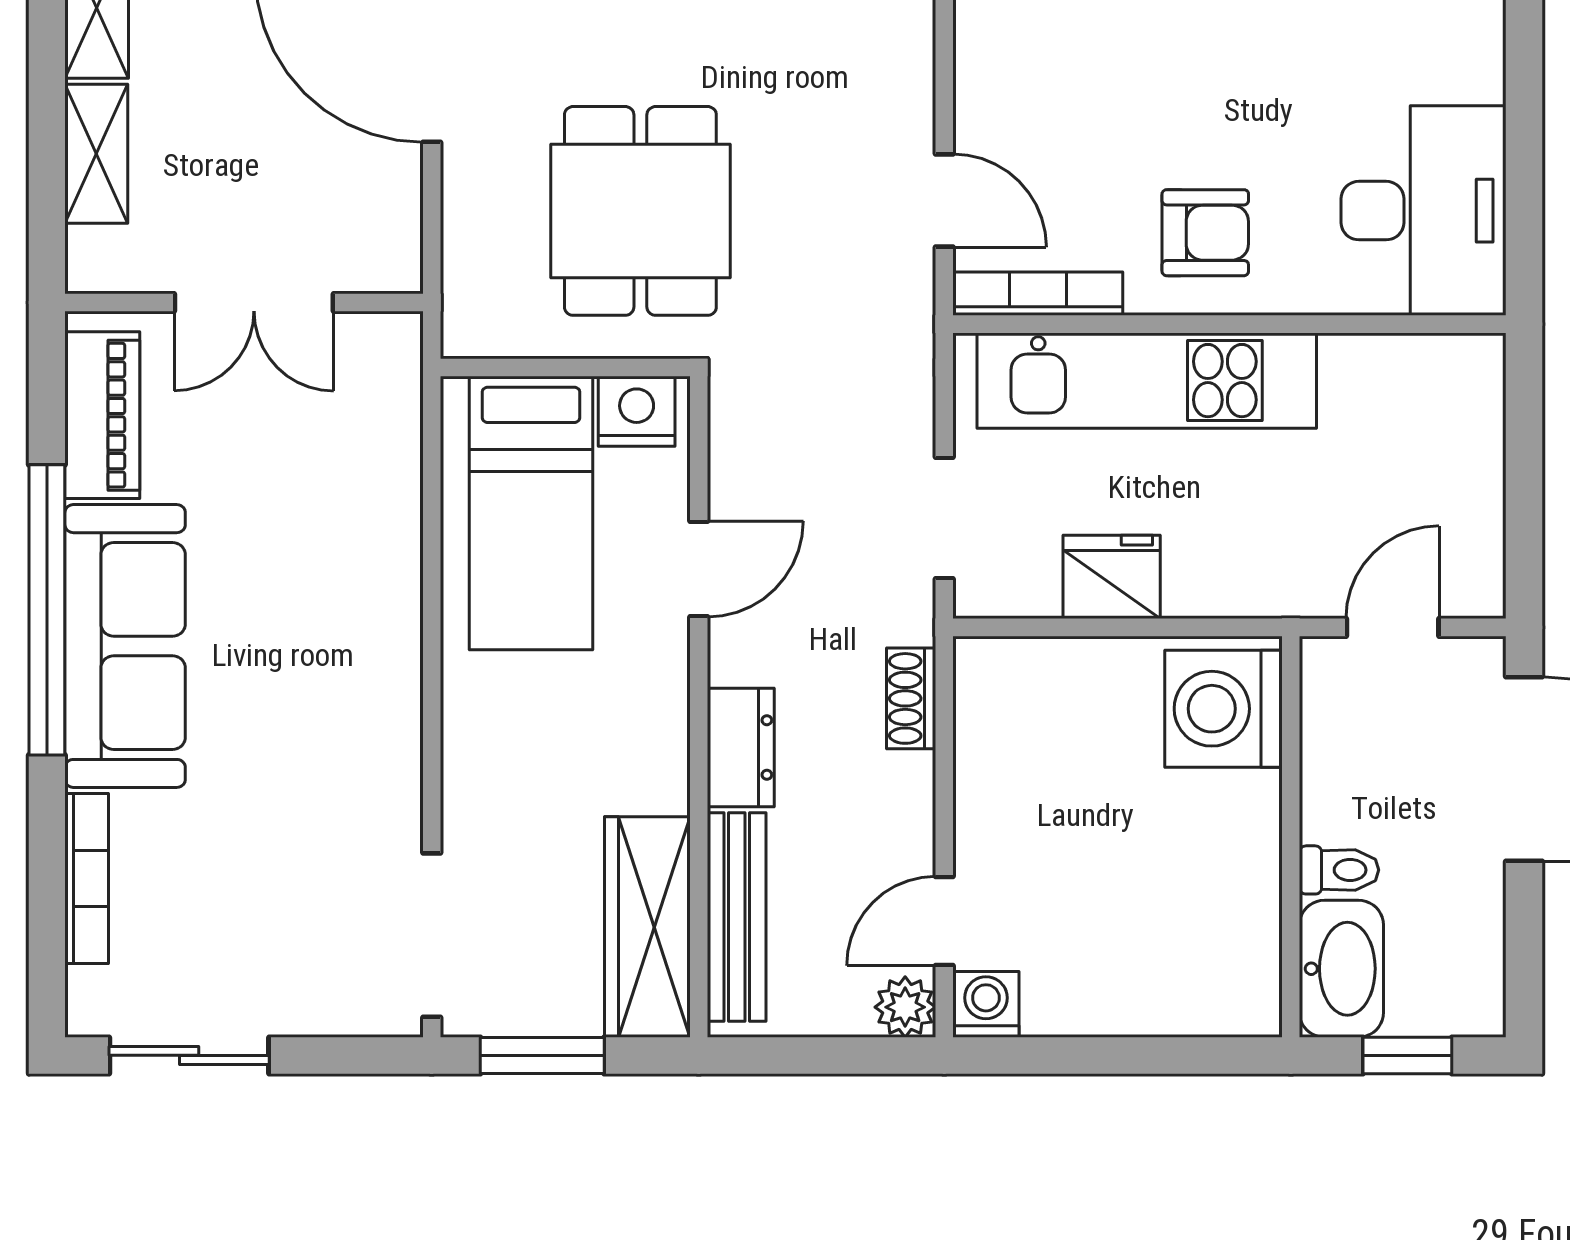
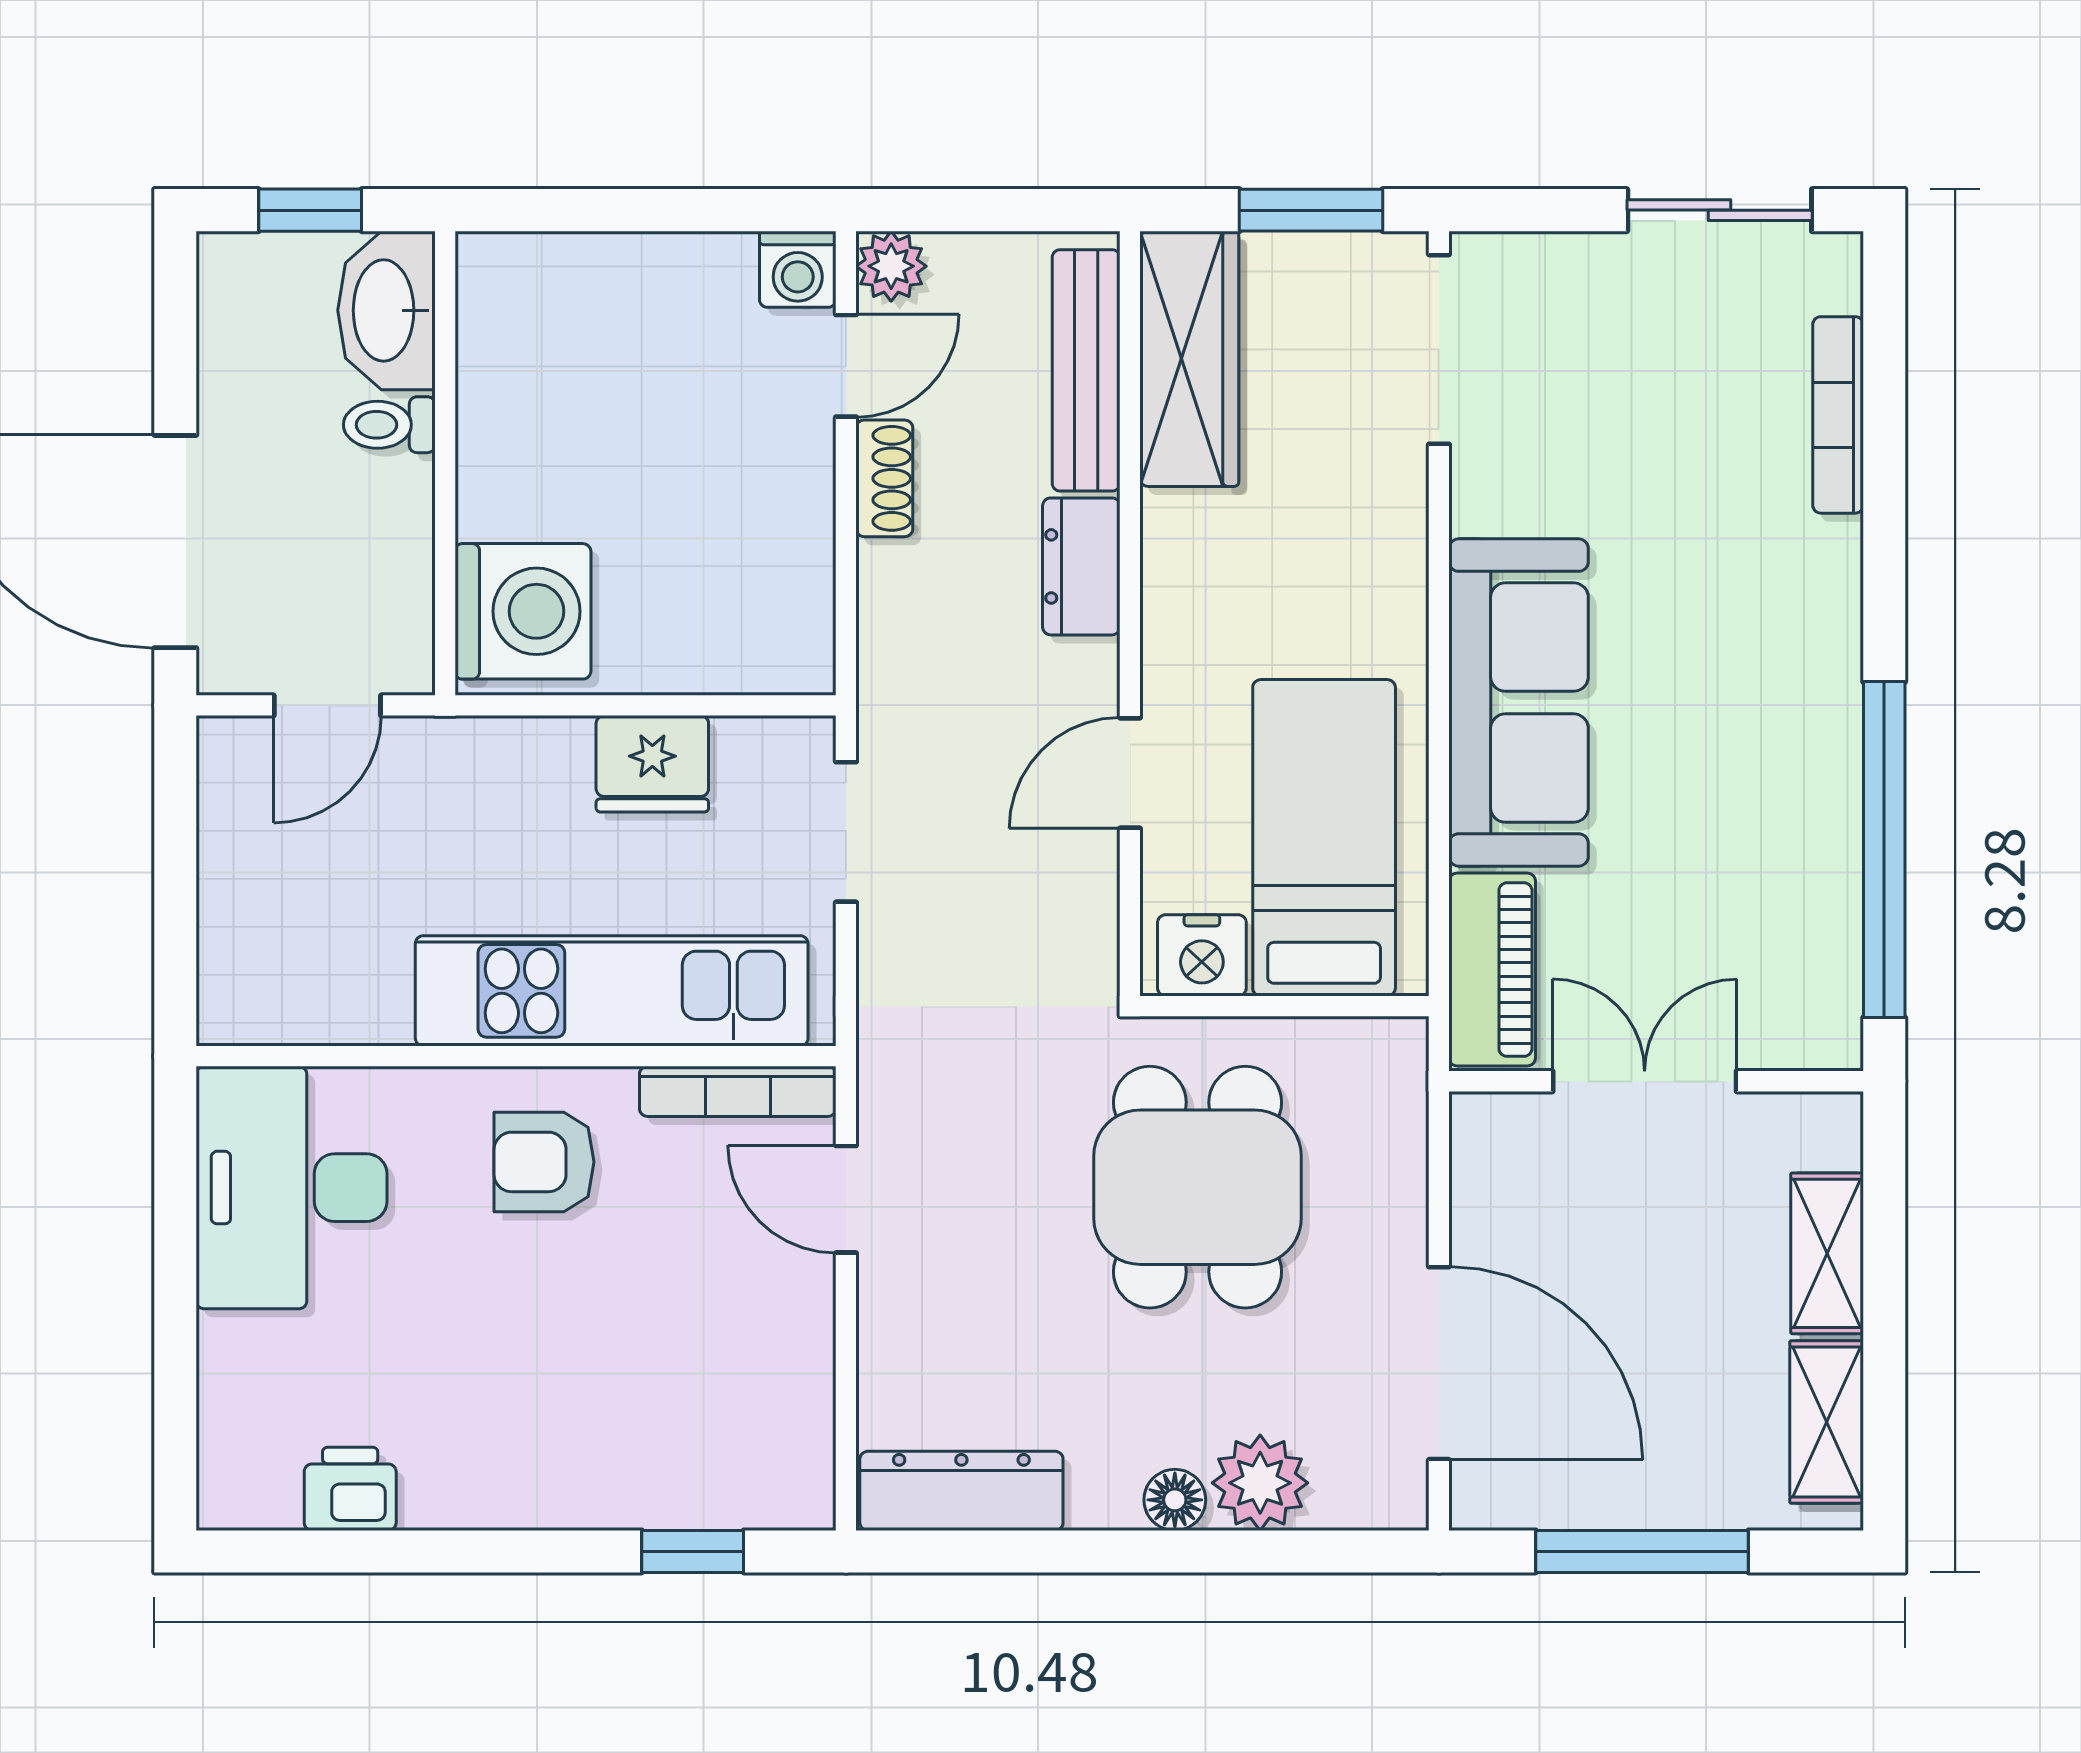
piano: (102, 415) -> (1492, 970), moved, turned 180
window: (47, 610) -> (1884, 850), moved
sofa: (125, 646) -> (1519, 703), moved, turned 180
shoe rack: (911, 698) -> (884, 478), moved

